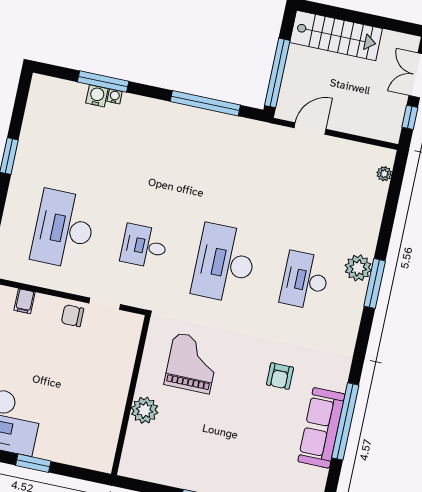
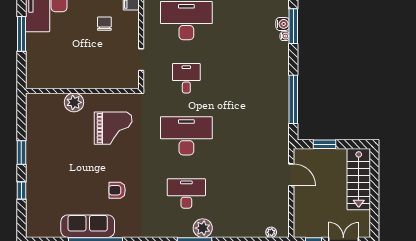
window: (277, 73) -> (325, 144), width x0.47
chair: (72, 316) -> (104, 24), moved
window: (33, 463) -> (21, 34), width x1.44

